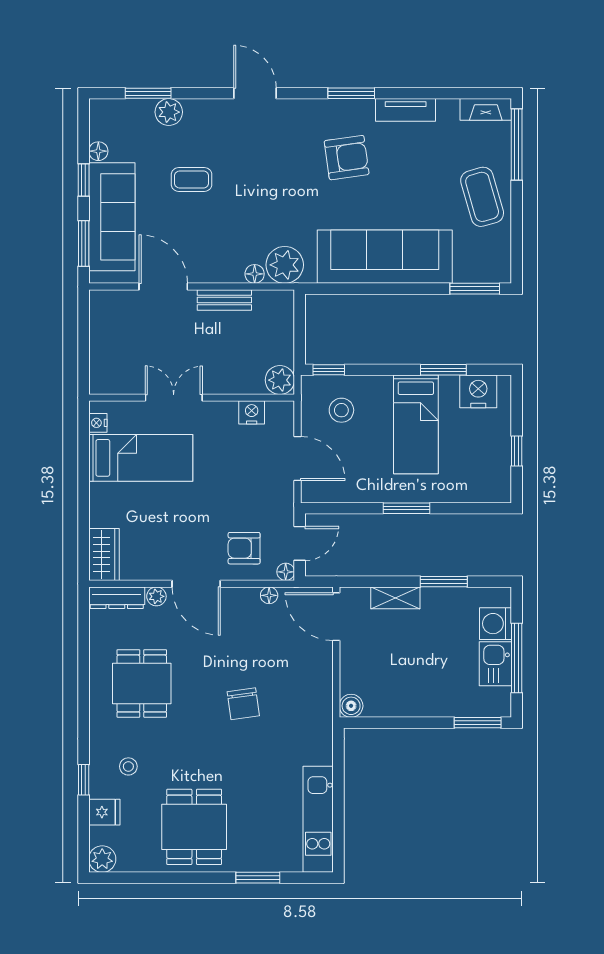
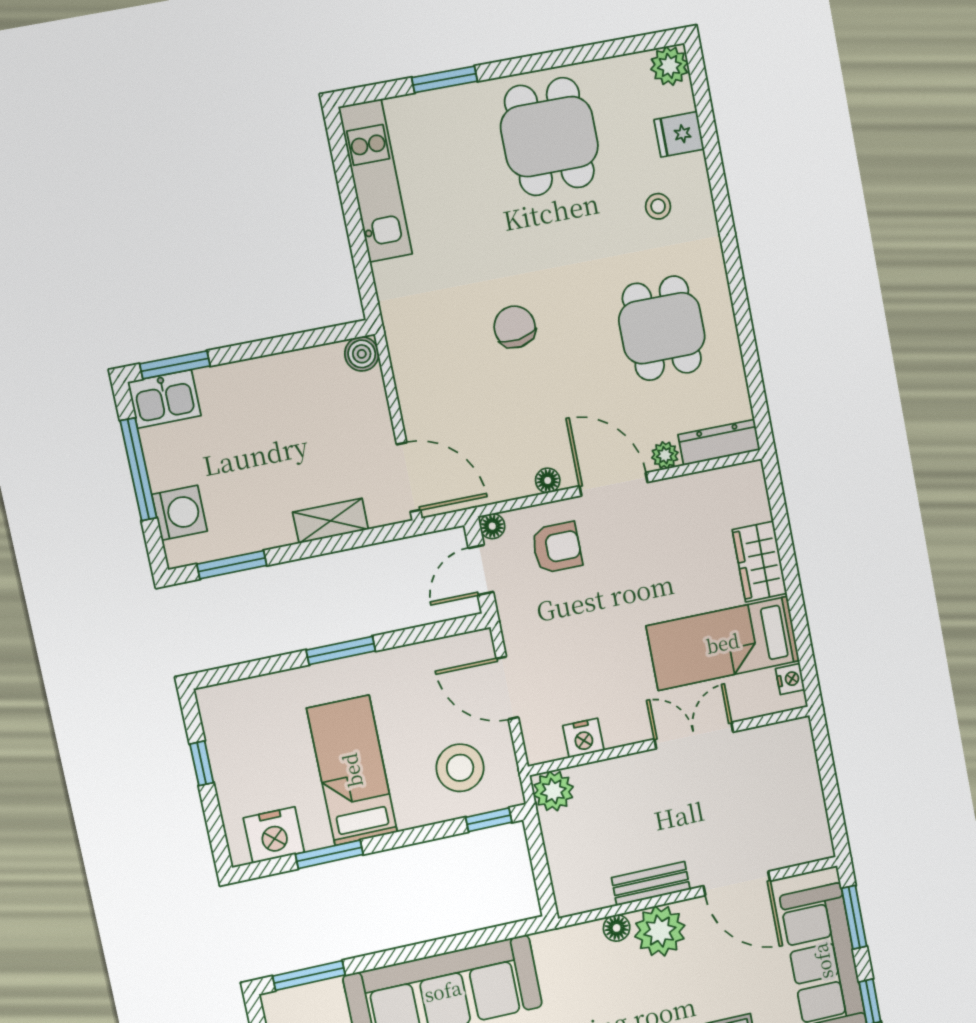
plant: (285, 265) -> (660, 931), moved
double door: (174, 398) -> (694, 736), swing flipped
stool: (341, 410) -> (460, 768), width x1.38, depth x1.38
wardrobe: (104, 554) -> (760, 562), moved
window: (444, 582) -> (232, 565), moved
floor lamp: (269, 595) -> (548, 480), moved
kitchen sink: (495, 664) -> (164, 399), moved, turned 90
window: (84, 780) -> (717, 175), removed

